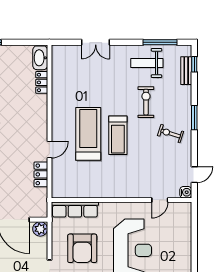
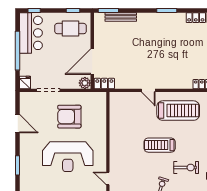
treadmill: (88, 134) -> (178, 111), moved
locker: (41, 174) -> (104, 84), moved
row of seats: (75, 210) -> (100, 111), removed

